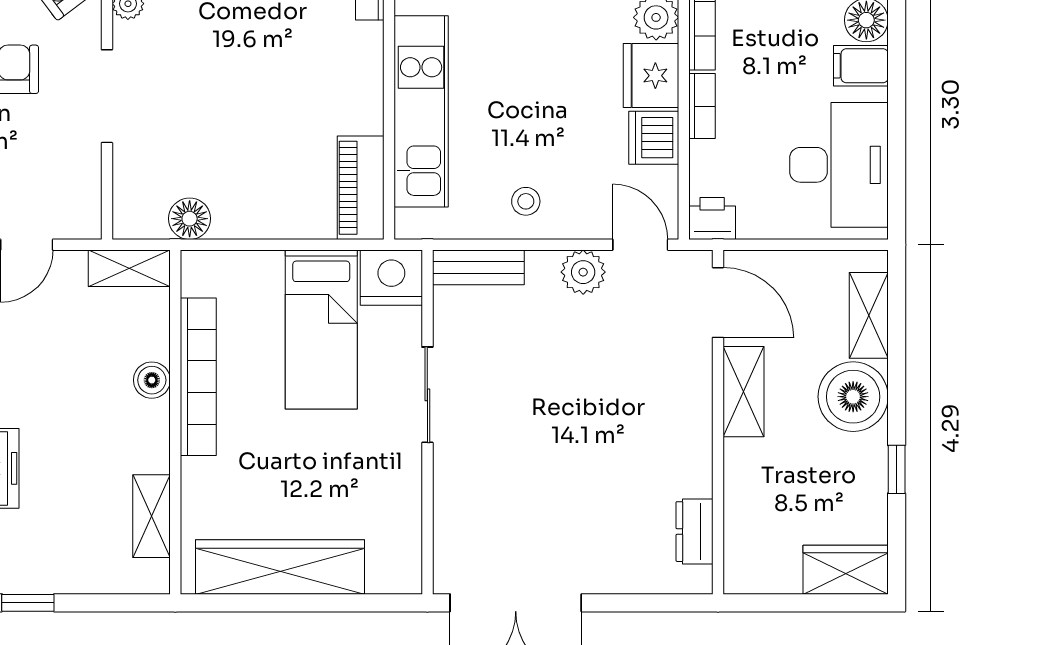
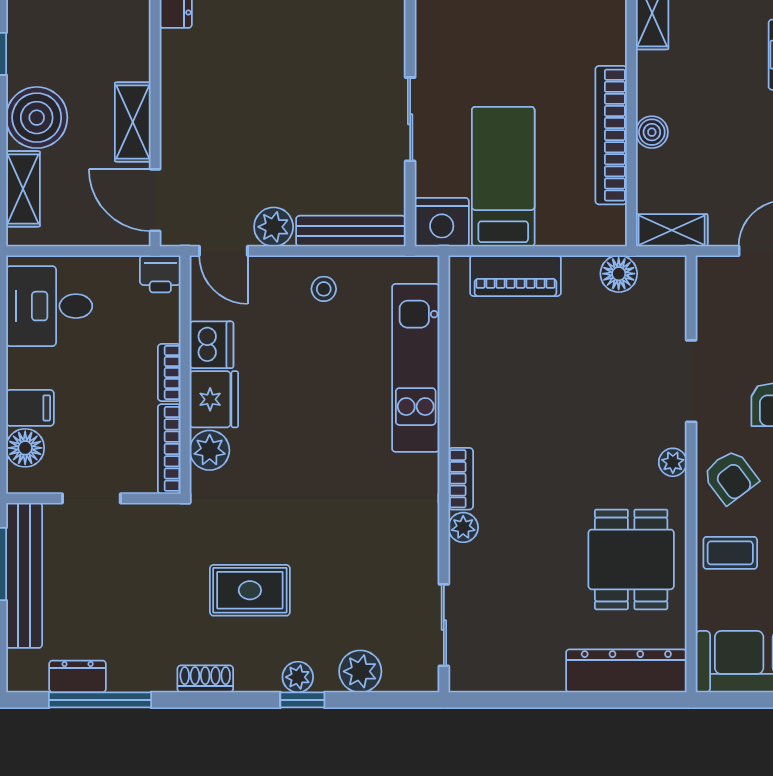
desk: (839, 165) -> (49, 306), width x0.73
piano: (361, 188) -> (515, 276), moved, turned 90
bench: (478, 267) -> (351, 231), width x1.36

